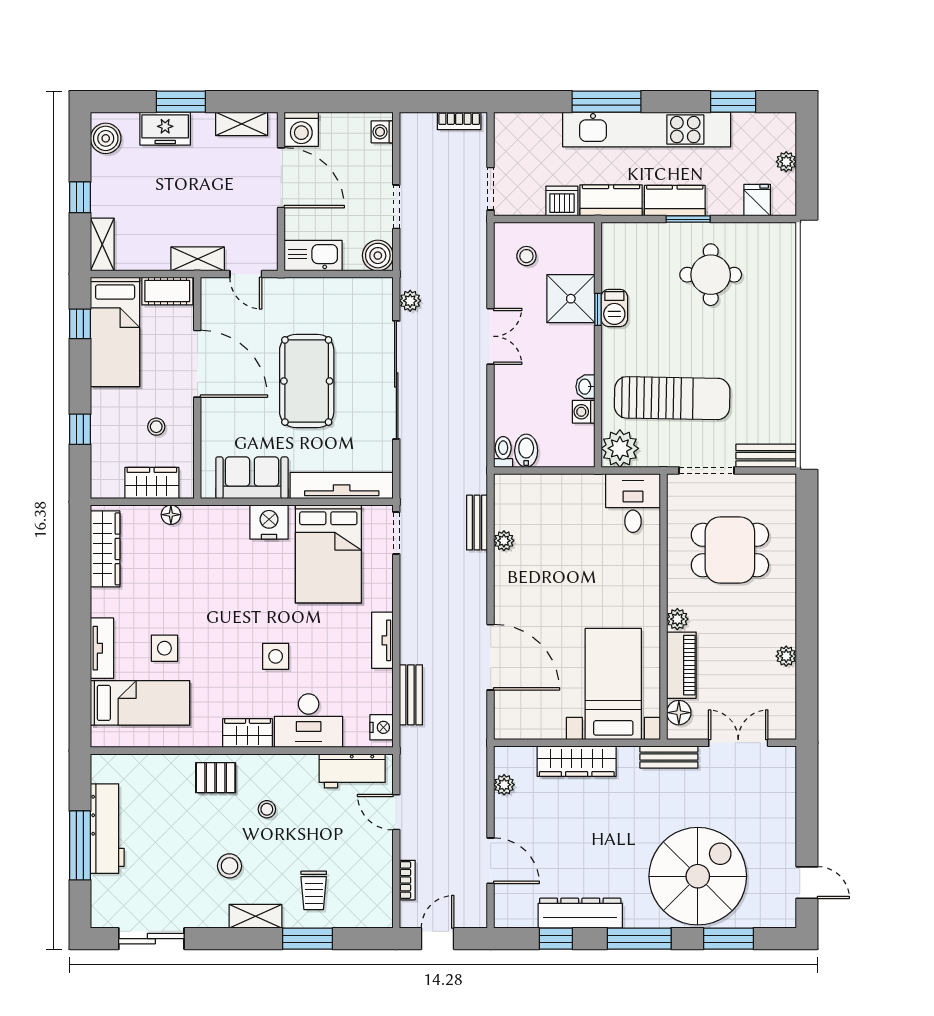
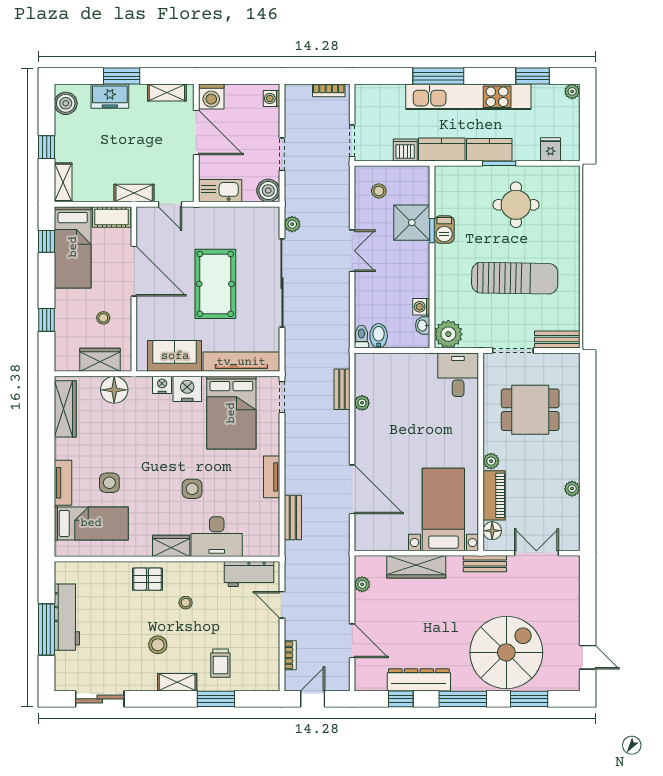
plant: (786, 162) -> (572, 91), moved
washbasin: (585, 387) -> (423, 325), moved
sun lounger: (672, 398) -> (515, 278), moved
floor lamp: (171, 515) -> (114, 390), width x1.89, depth x1.89
nightstand: (382, 727) -> (162, 385), moved, turned -90

